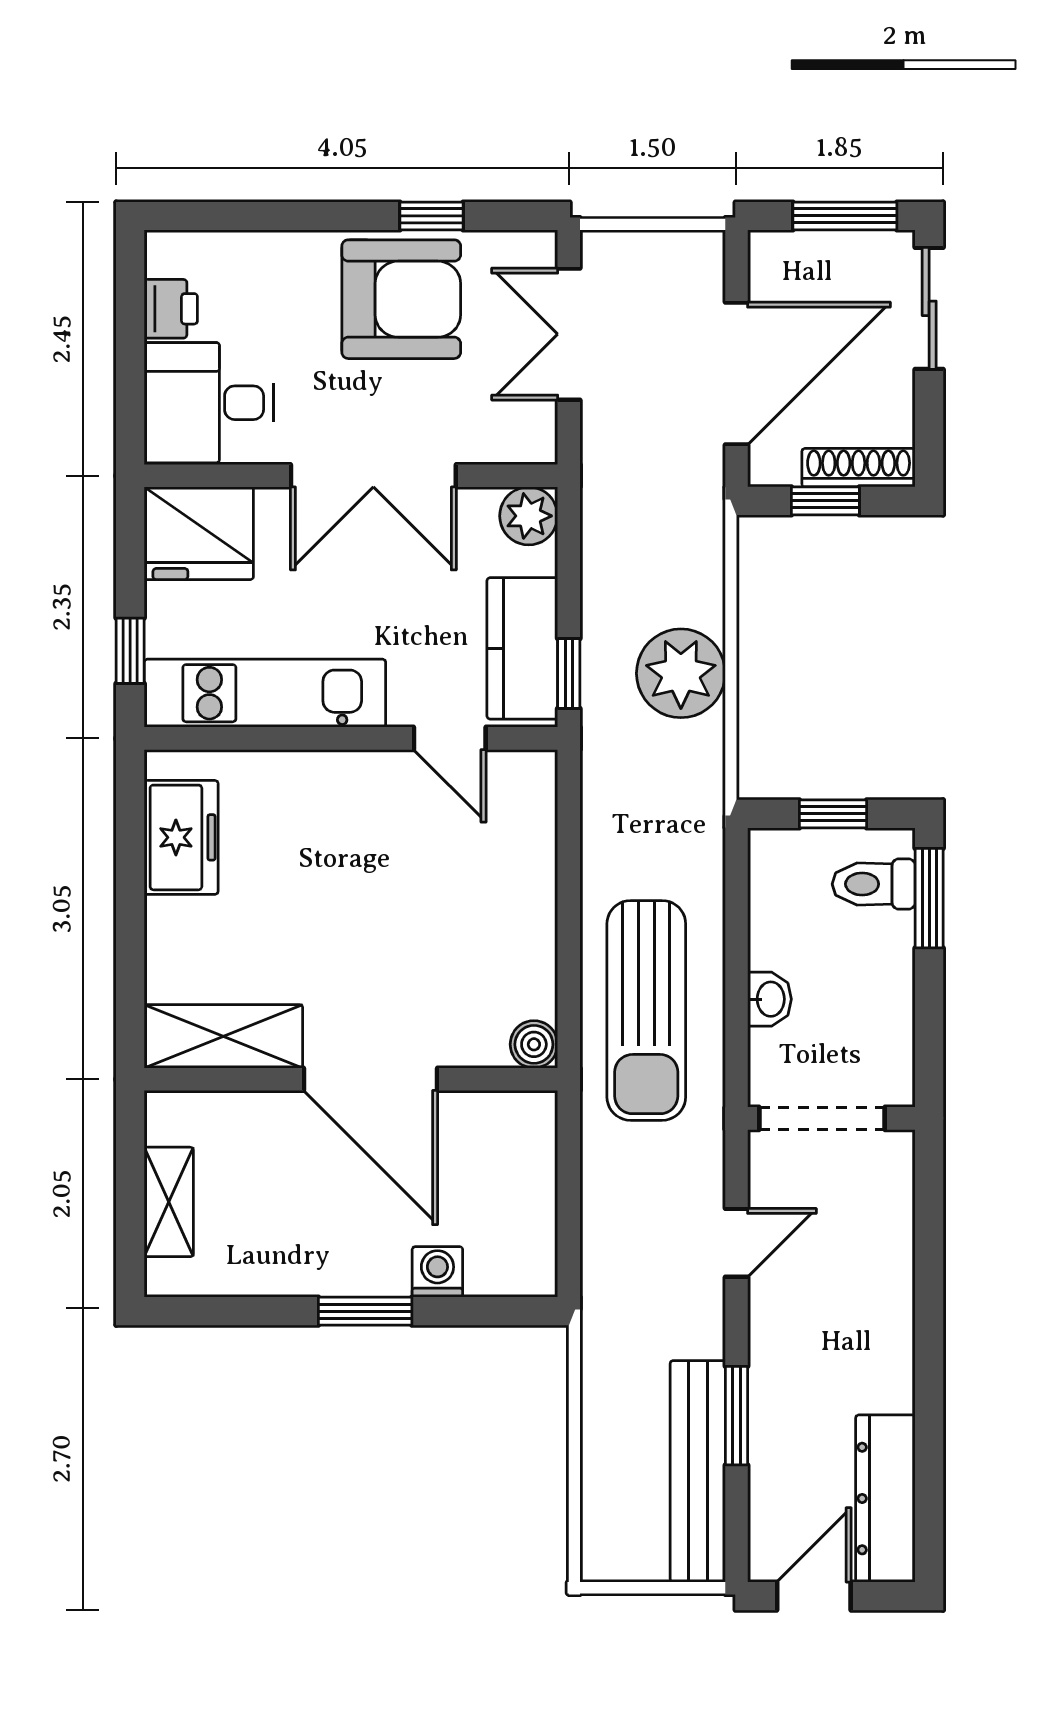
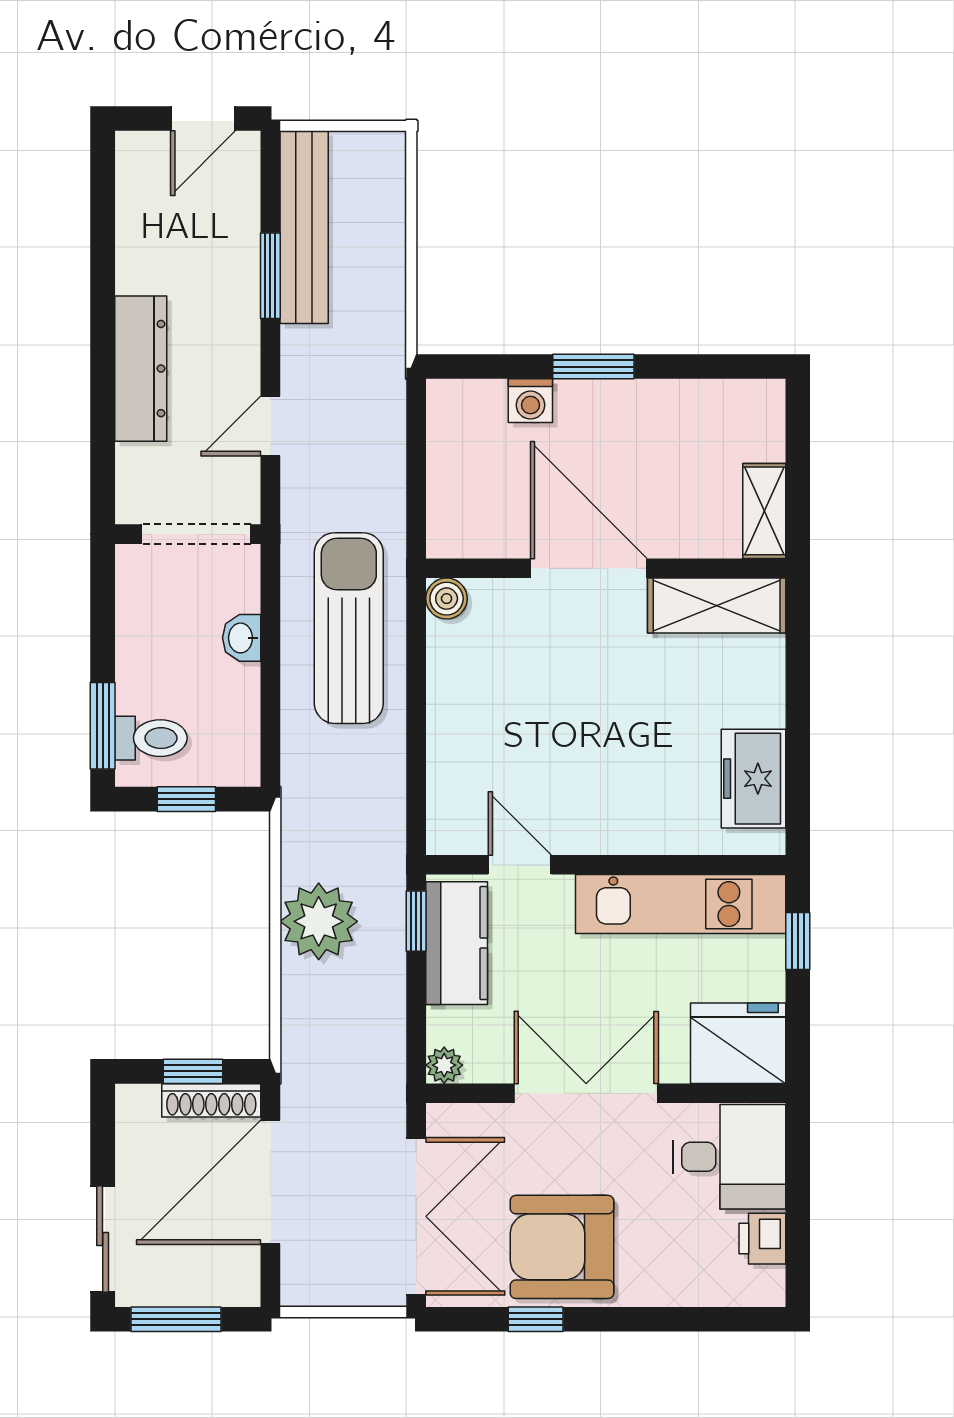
double door: (569, 334) -> (416, 1216), width x1.37
shoe rack: (859, 468) -> (211, 1100), moved
plant: (529, 516) -> (444, 1065), width x0.73, depth x0.73
shelving: (169, 1202) -> (764, 511), moved
dresser: (885, 1499) -> (141, 369), moved

